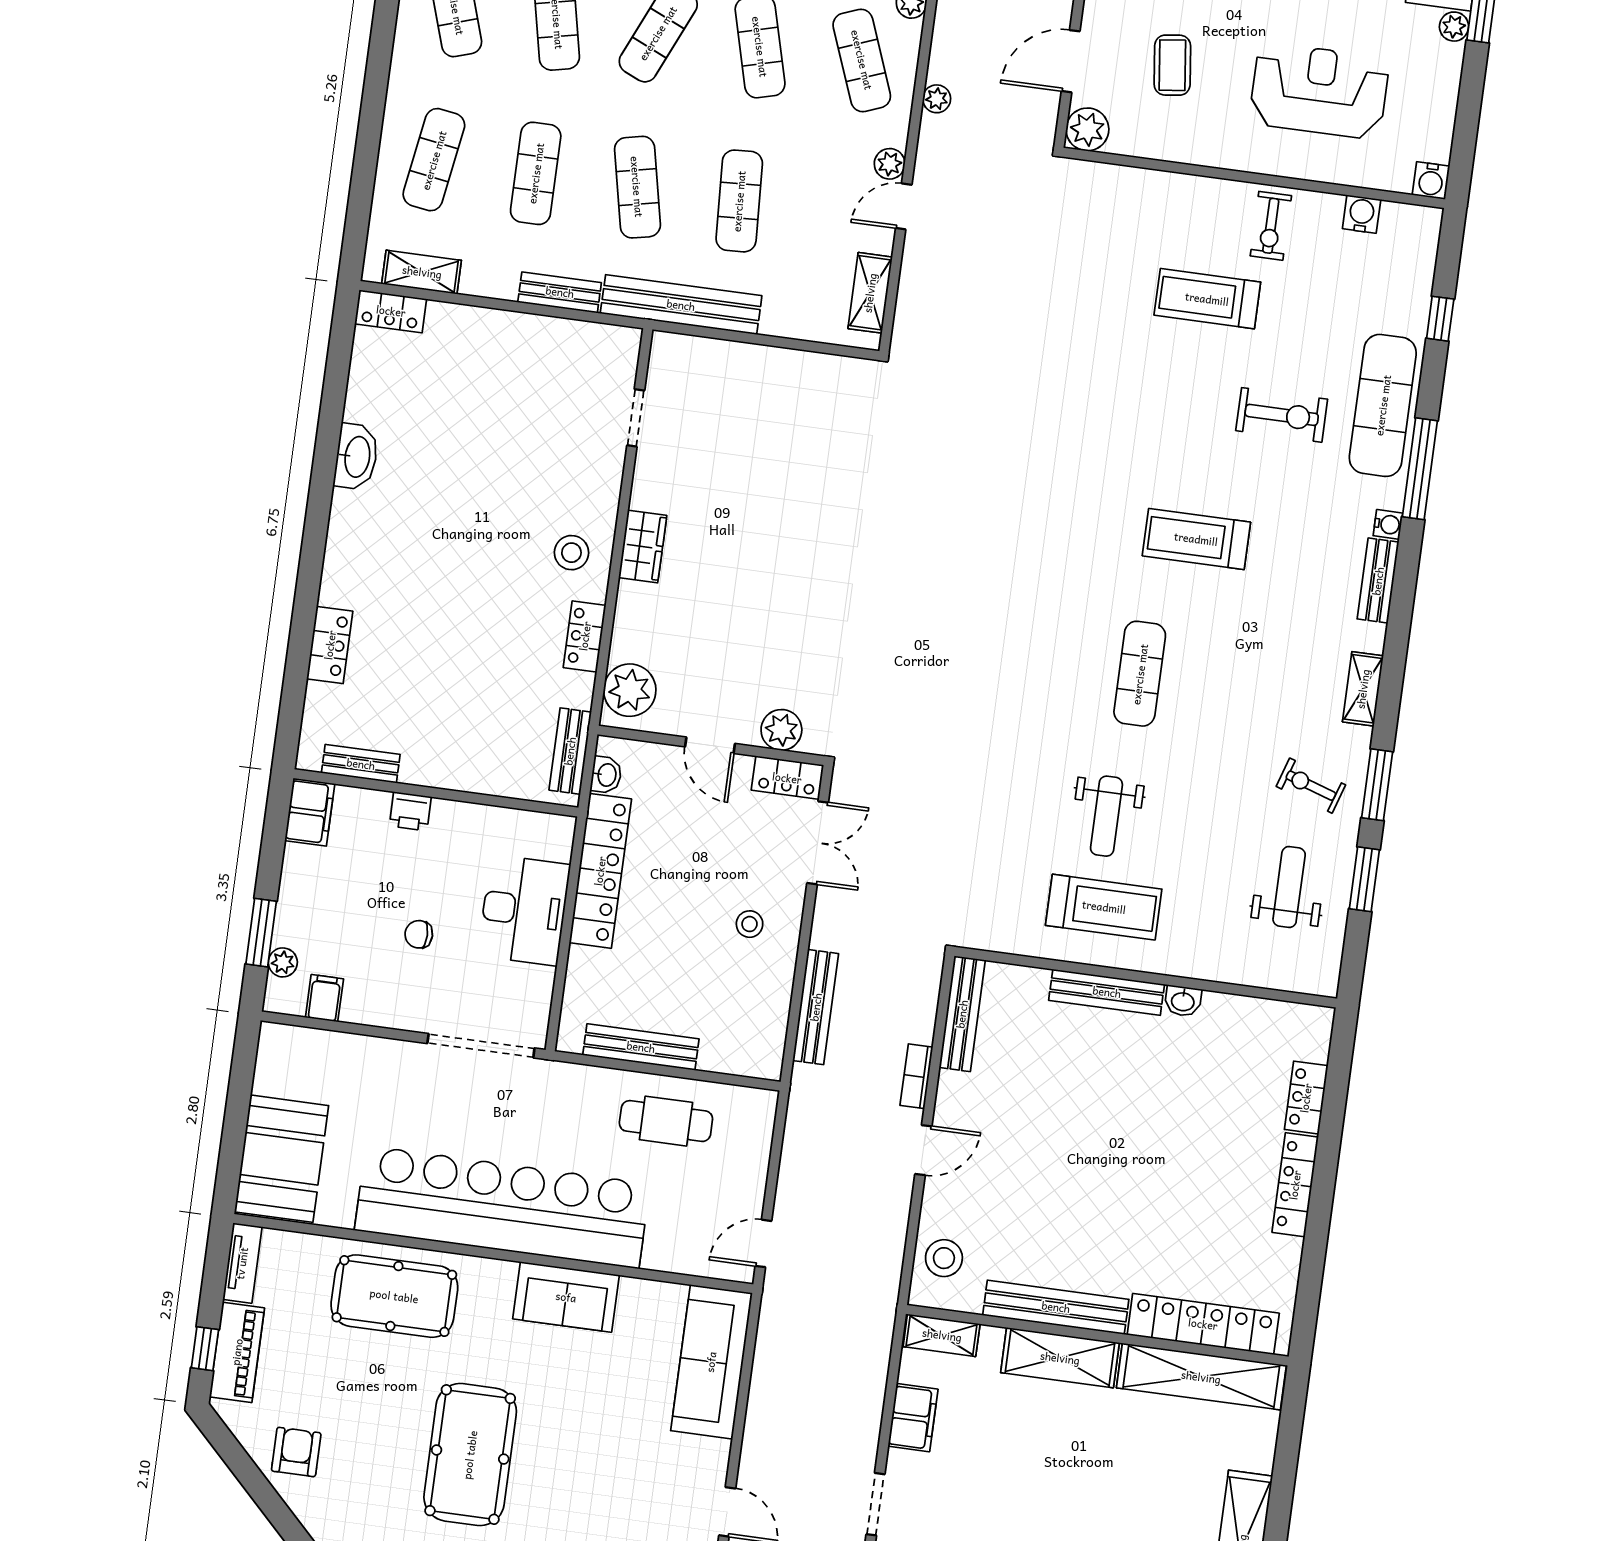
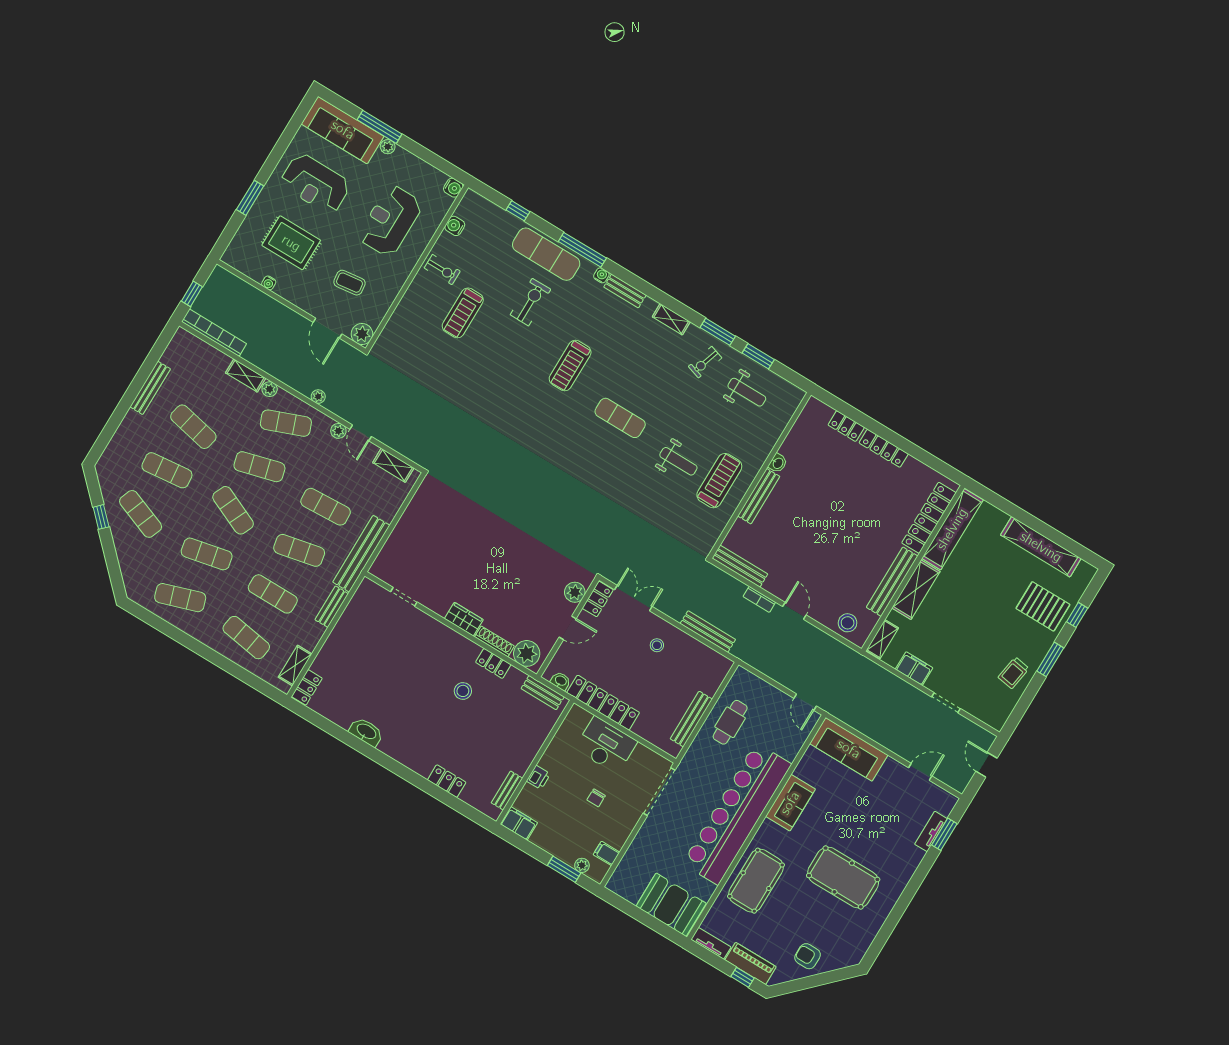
stool: (571, 553) -> (463, 691), moved
shoe rack: (626, 621) -> (494, 641), added
weight bench: (1289, 887) -> (747, 392), turned 180

